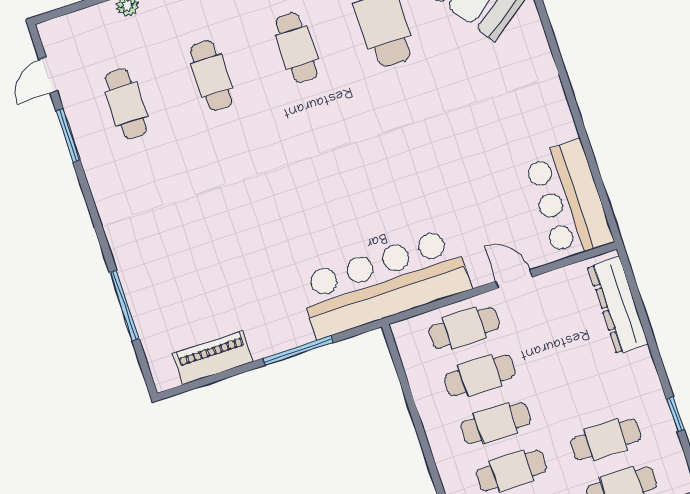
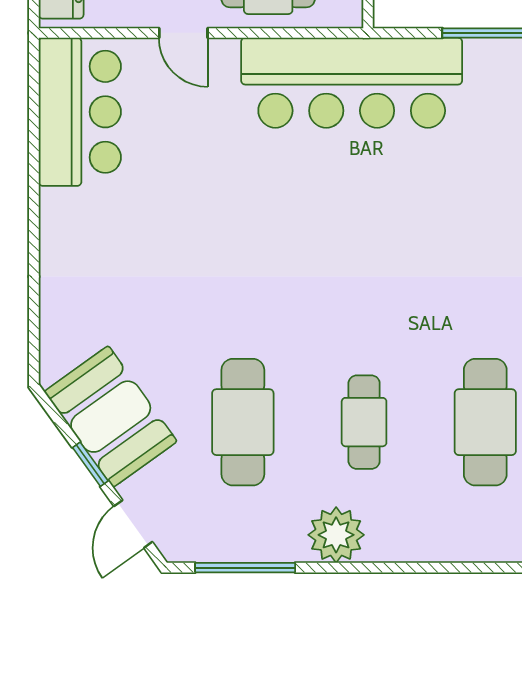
cafe table: (211, 76) -> (485, 422), width x1.37, depth x1.35

